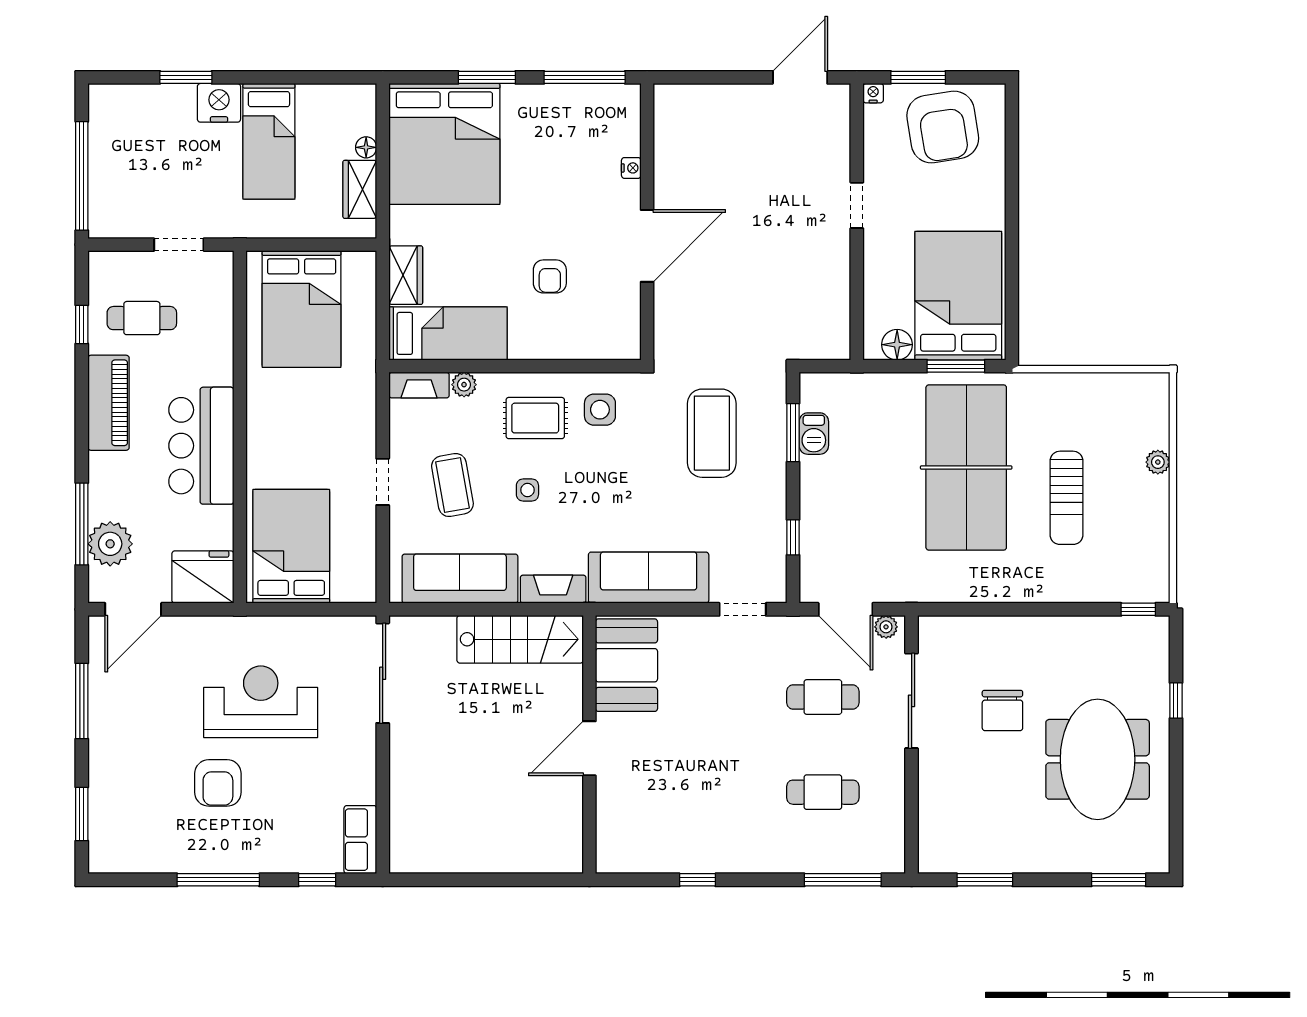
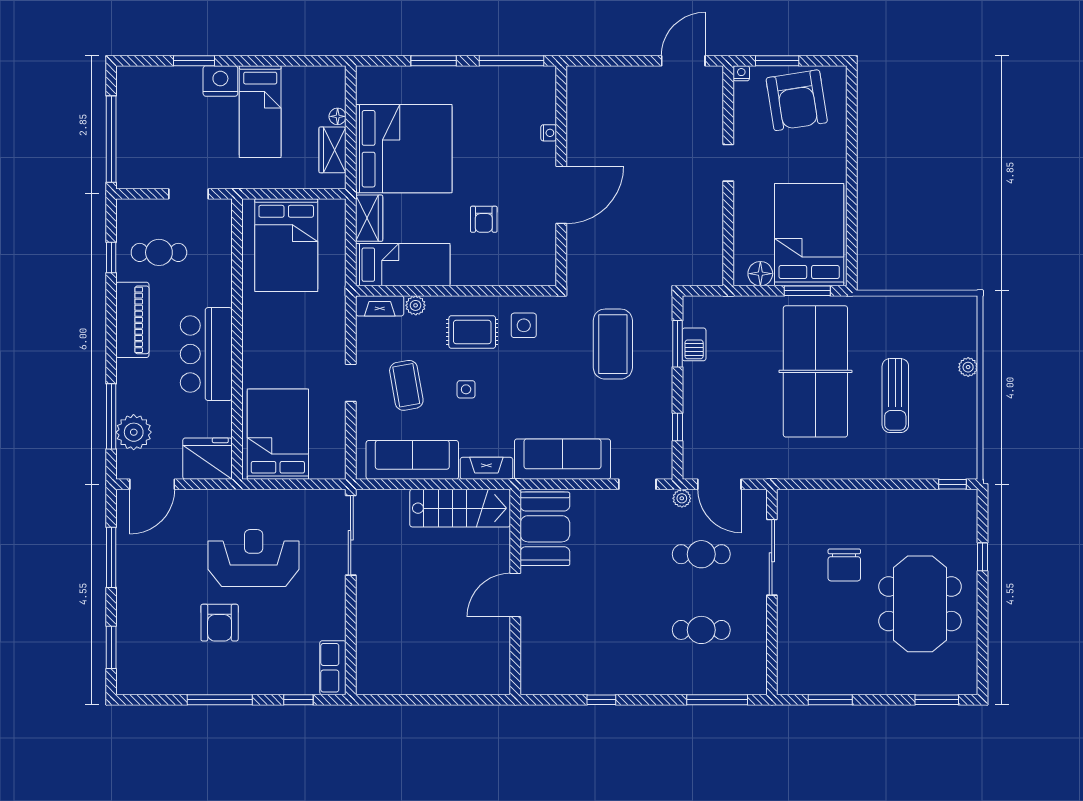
bed: (444, 144) -> (404, 149), moved, turned -90
plant: (886, 627) -> (682, 498), moved

